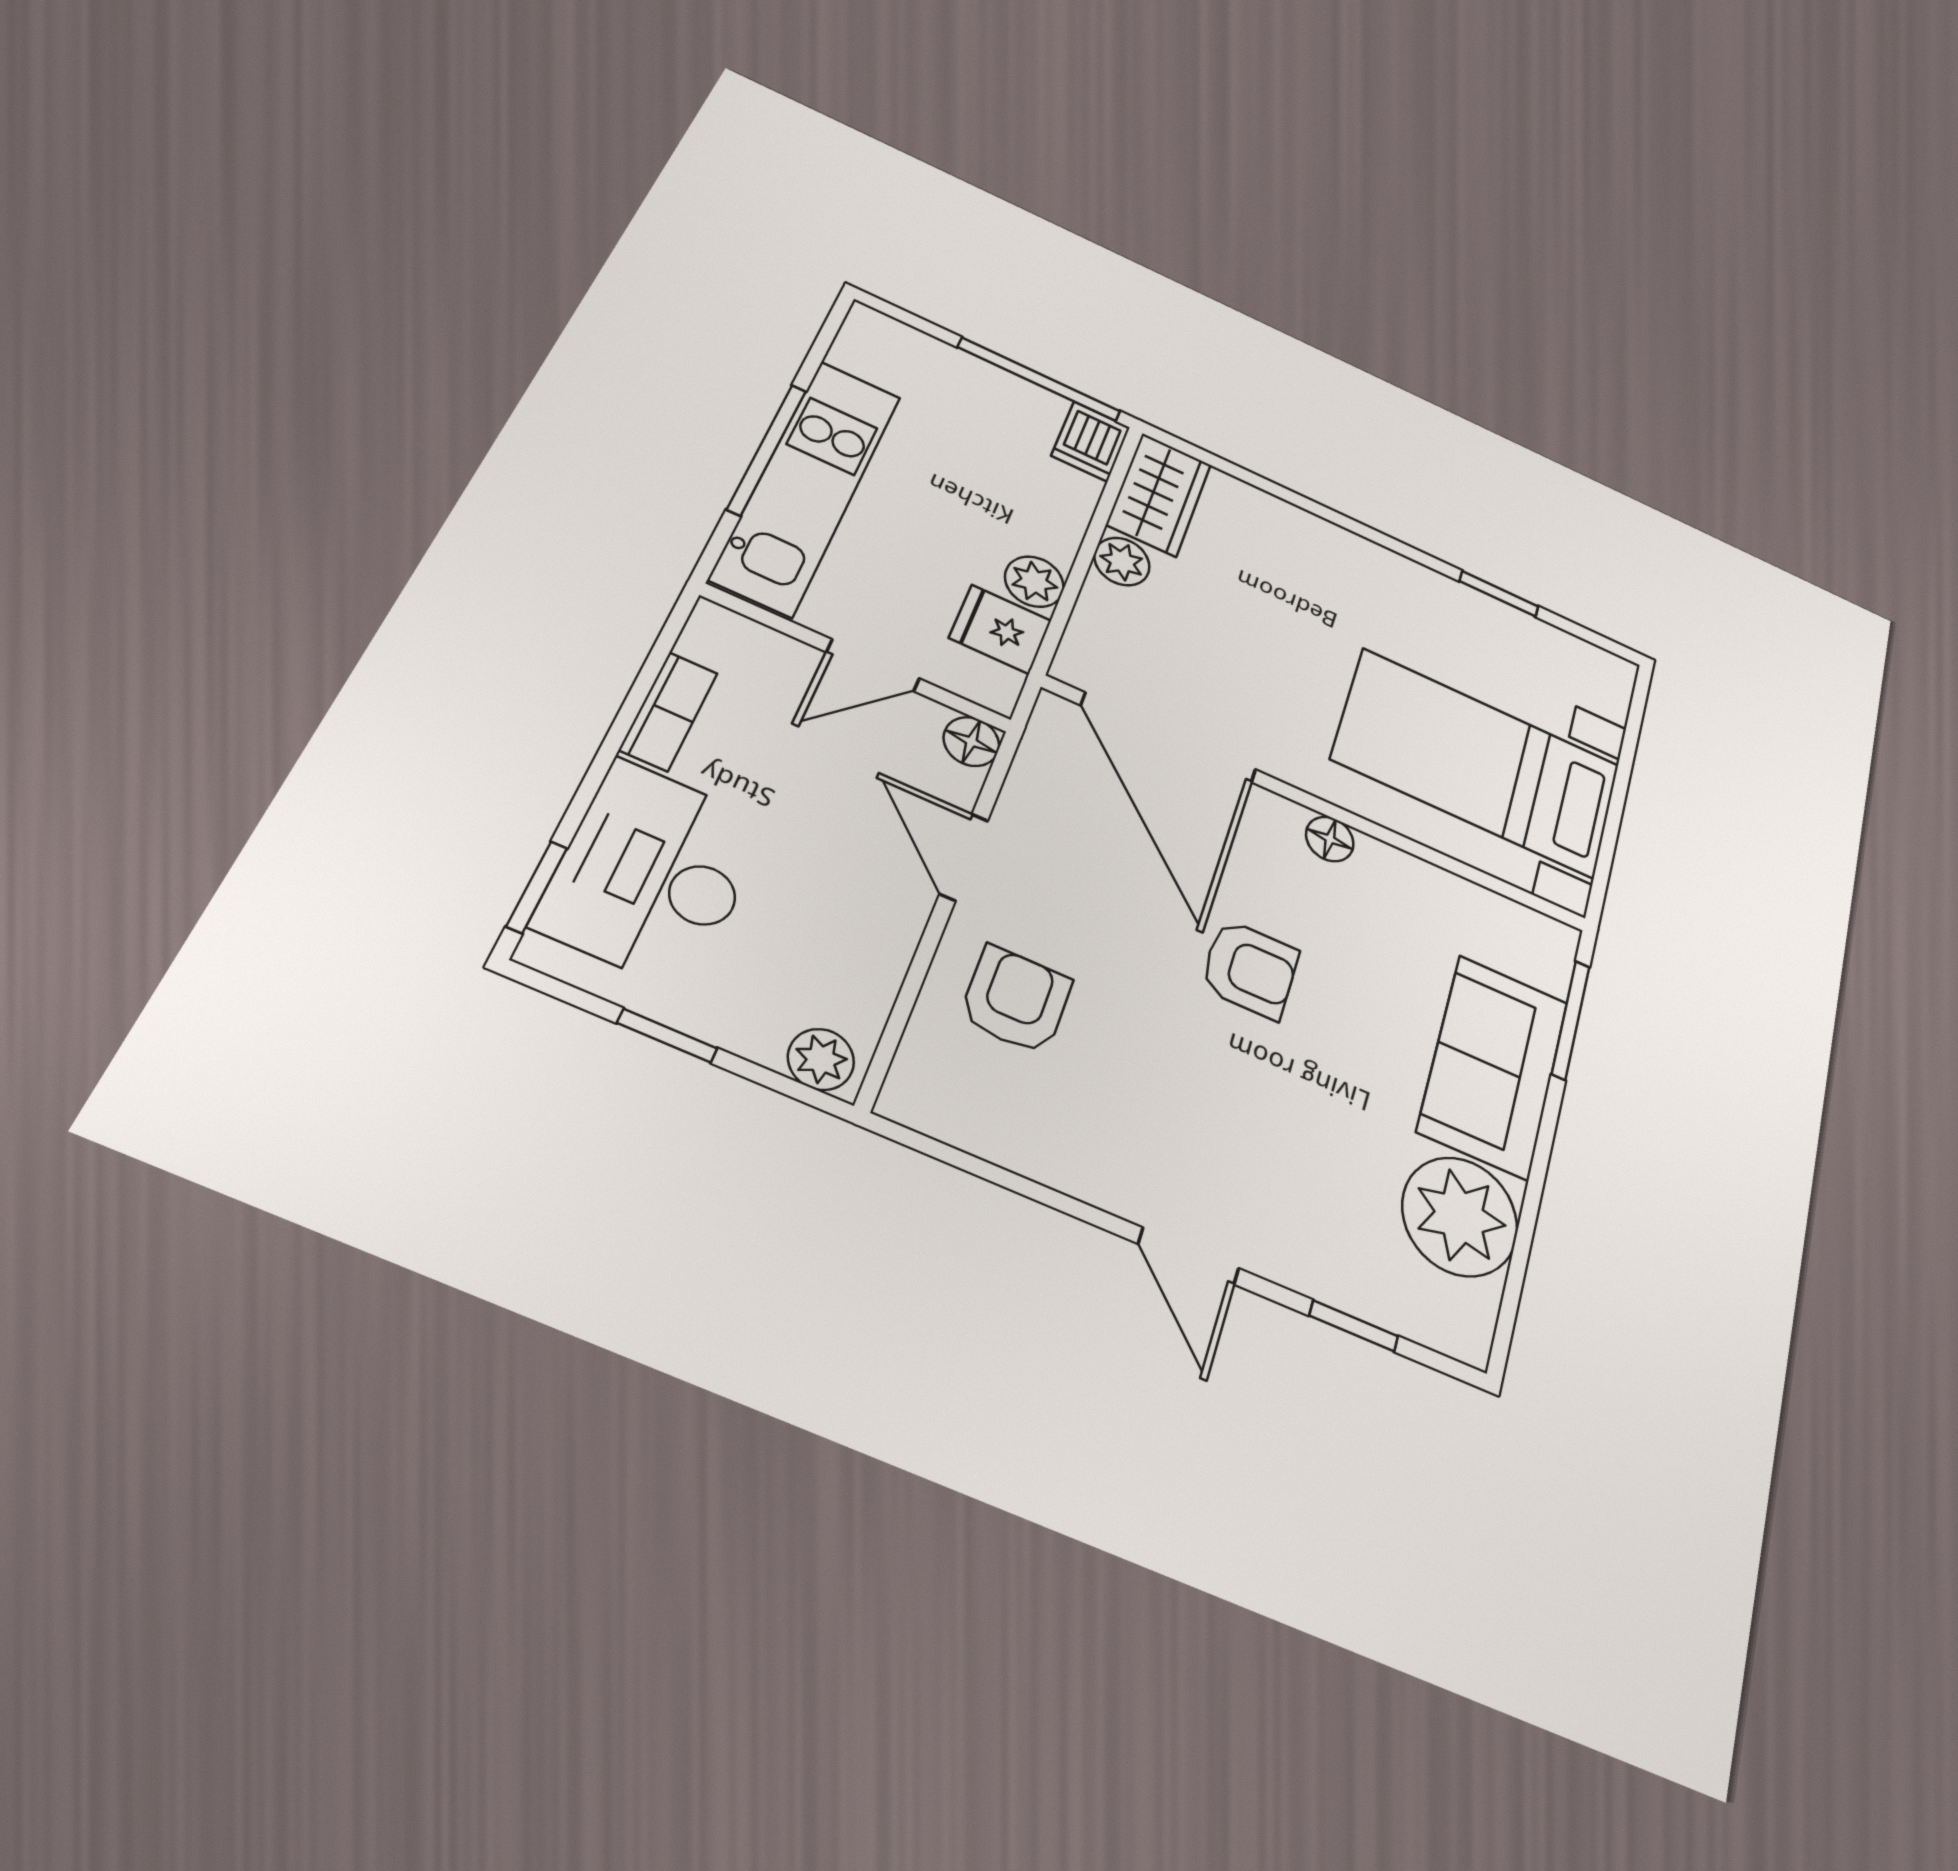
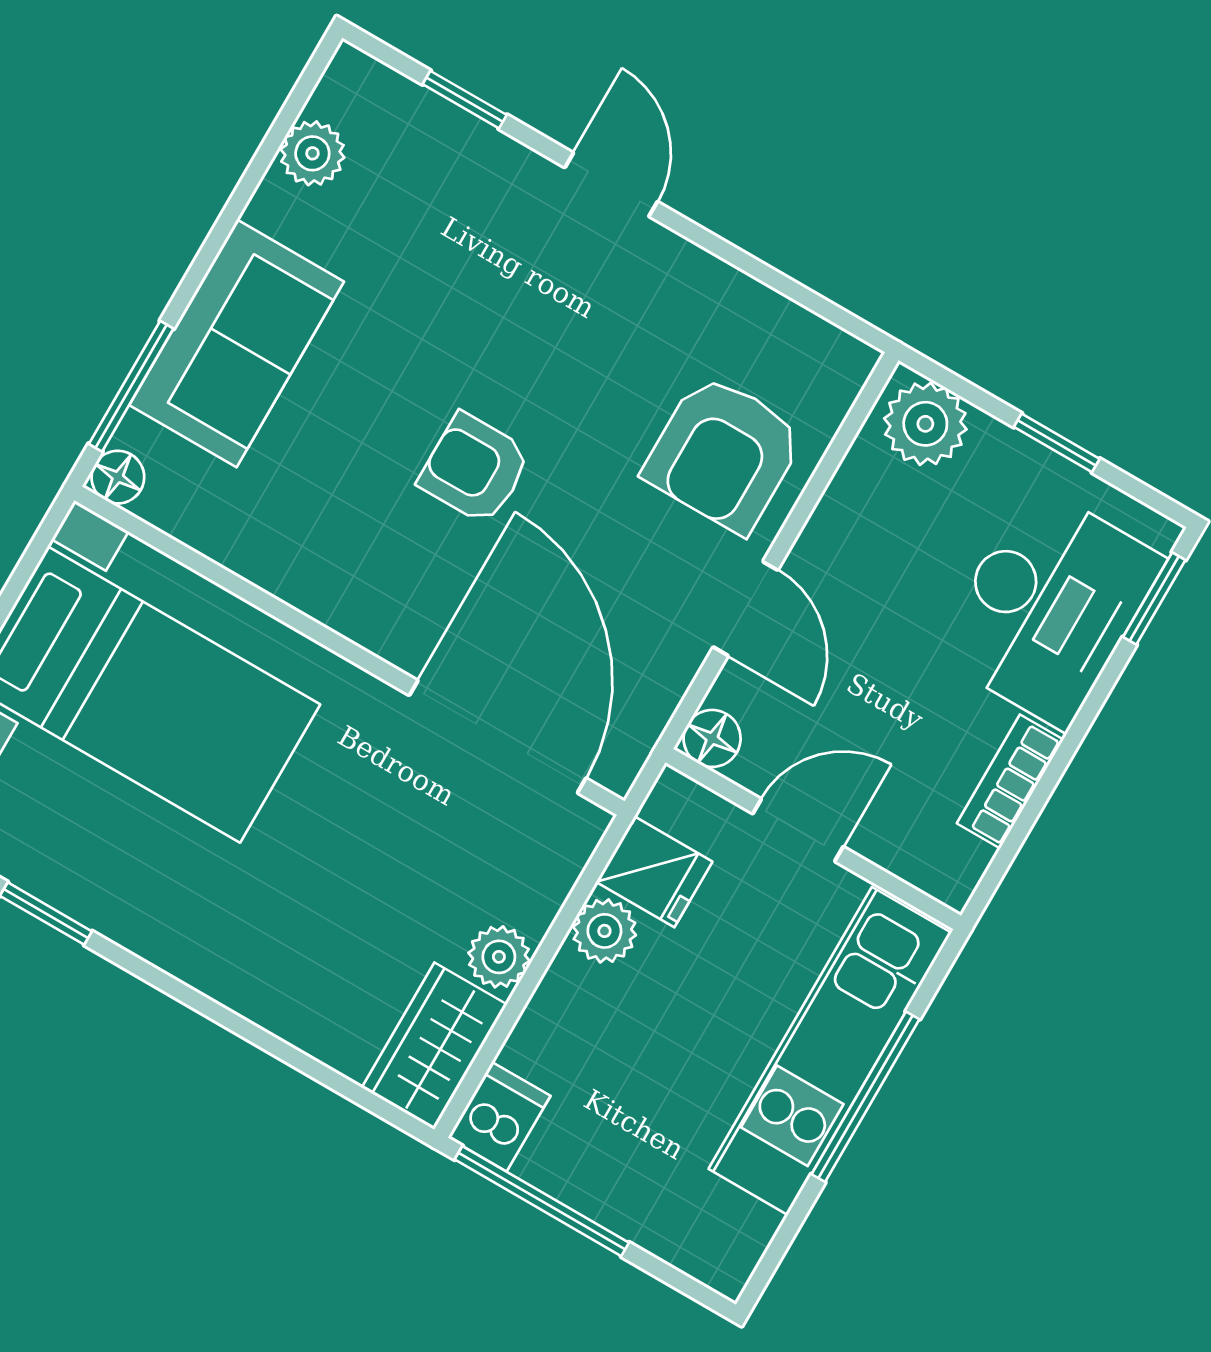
floor lamp: (1330, 839) -> (118, 477), moved
armchair: (1016, 1000) -> (724, 453), width x1.38, depth x1.38
plant: (821, 1059) -> (925, 424), width x1.38, depth x1.38
plant: (1460, 1217) -> (312, 153), width x0.53, depth x0.53

